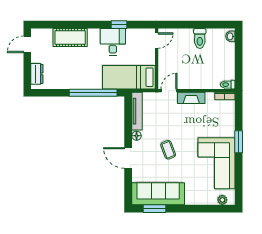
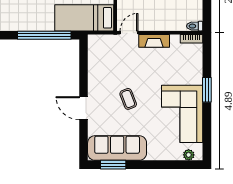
tv unit: (137, 111) -> (93, 56), removed
floor lamp: (137, 136) -> (93, 83), removed

